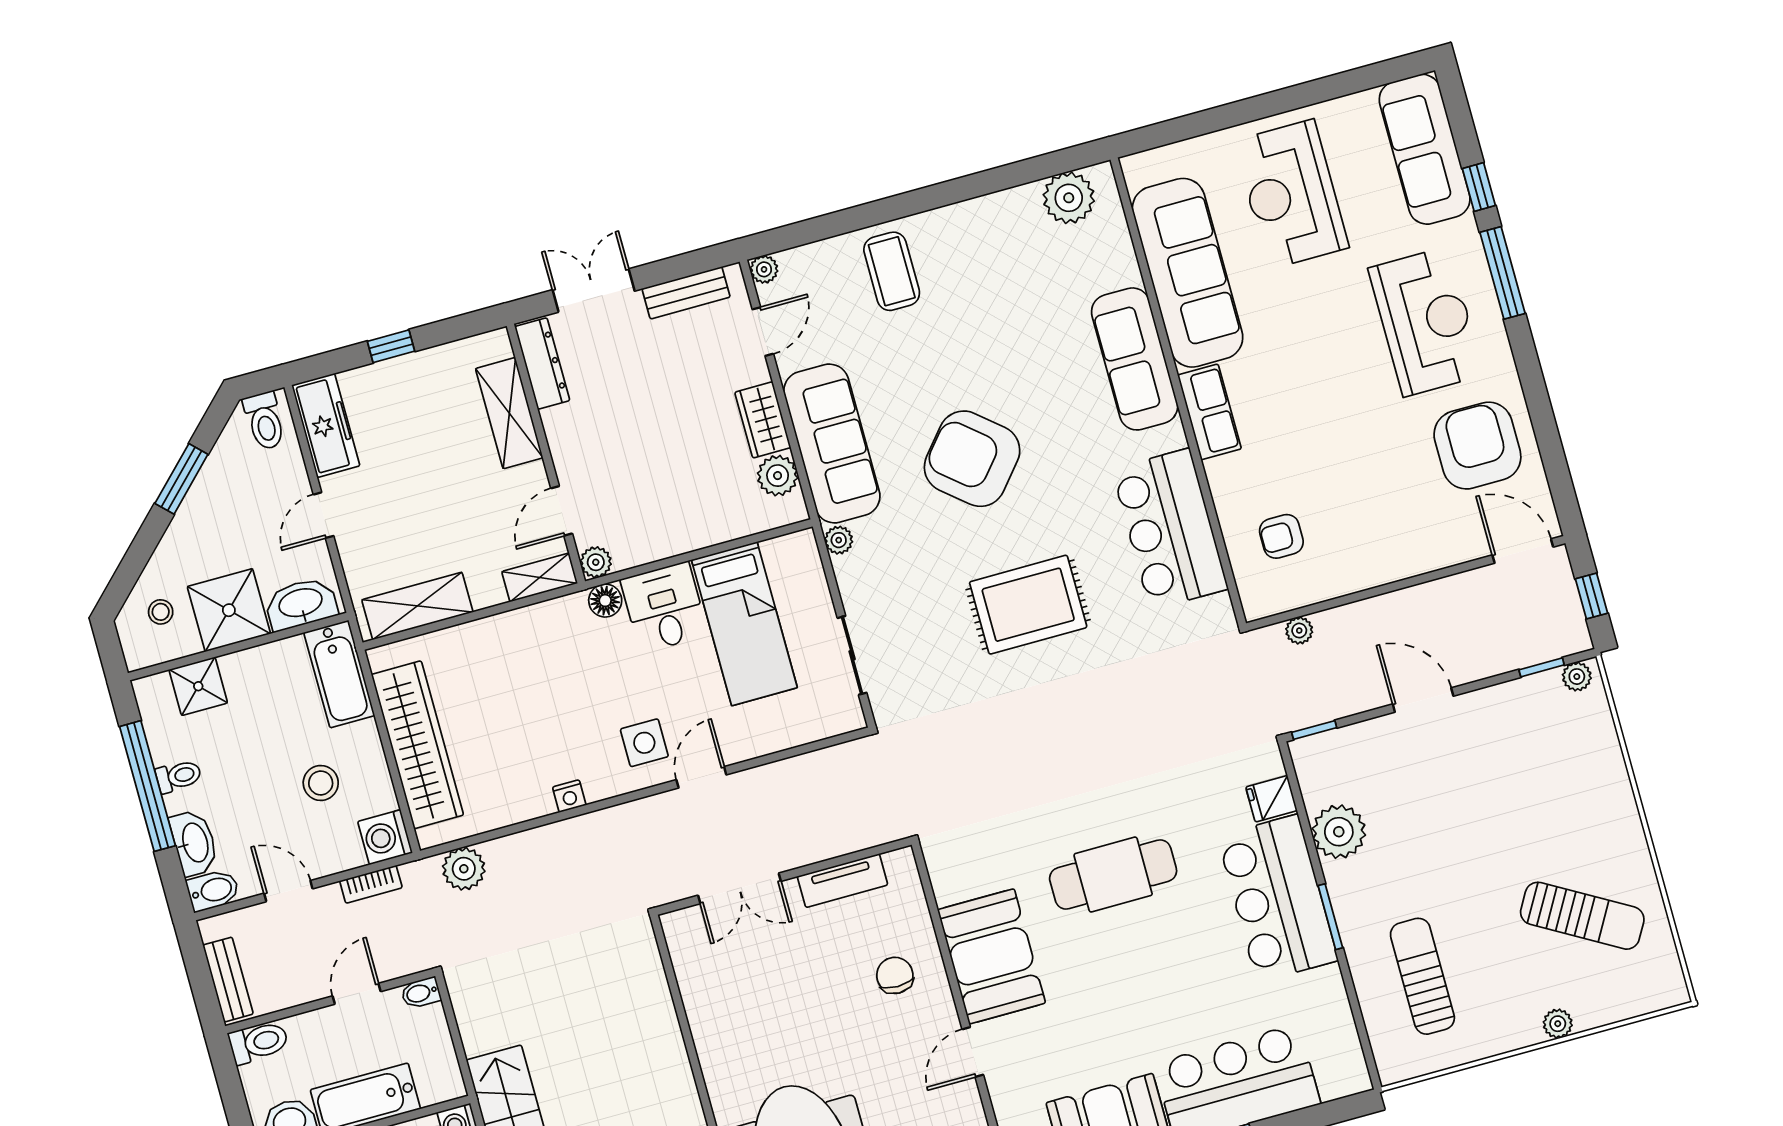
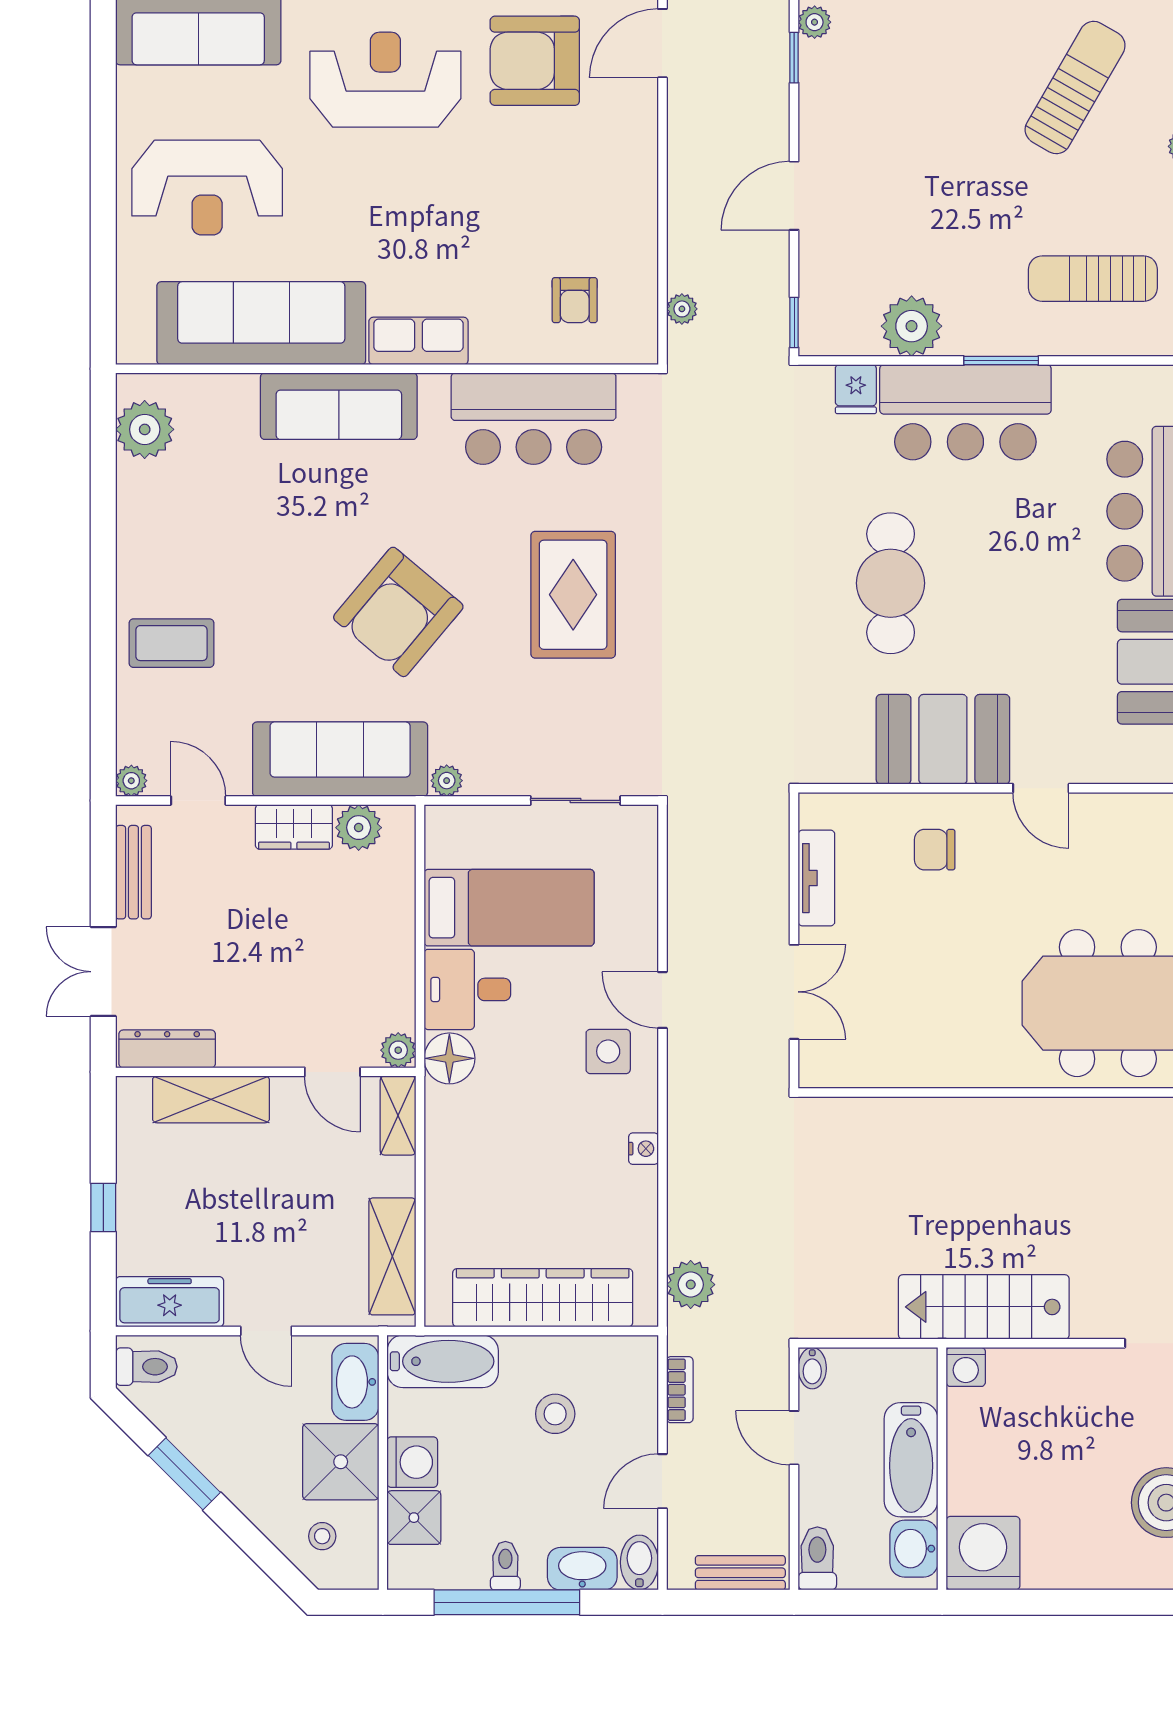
floor lamp: (605, 601) -> (449, 1058), width x1.38, depth x1.38
washing machine: (385, 837) -> (412, 1462), moved, turned -90

